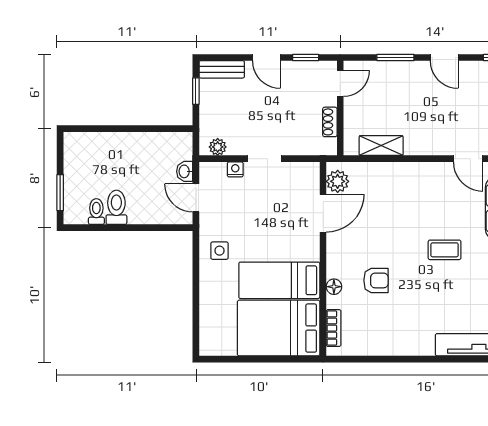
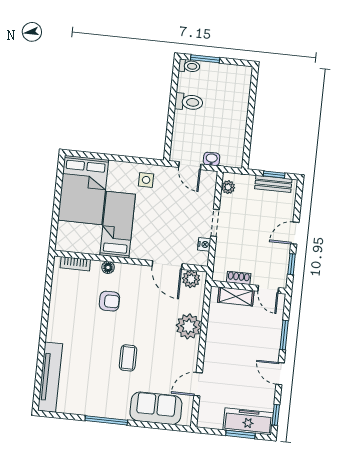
door: (444, 57) -> (280, 374), hinge flipped
bench: (222, 69) -> (273, 184), moved, turned 90
shelving: (381, 146) -> (236, 296), moved, turned 90
nightstand: (235, 169) -> (204, 244), moved
plant: (397, 178) -> (189, 326), added
door: (196, 198) -> (190, 166), swing flipped
toilet: (96, 212) -> (189, 66), moved
armchair: (376, 280) -> (109, 301), turned -90
bed: (279, 328) -> (83, 190), moved, turned 180

